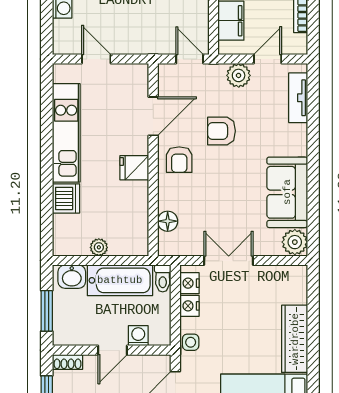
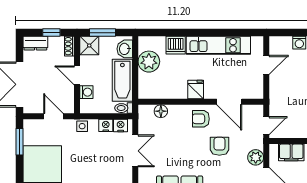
plant: (99, 247) -> (149, 62), width x1.88, depth x1.88
shower: (67, 331) -> (89, 46), added

